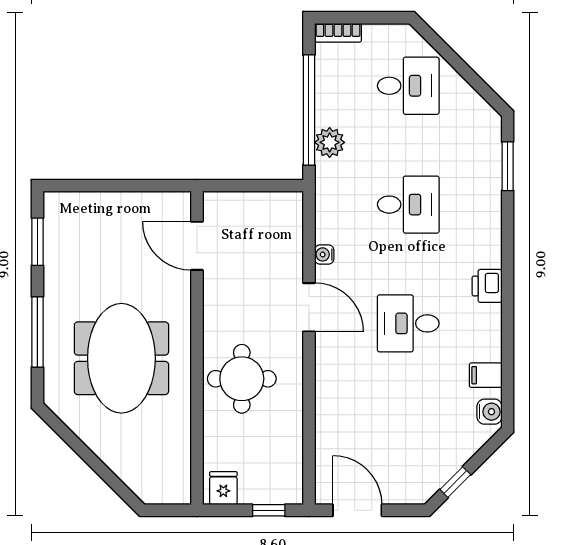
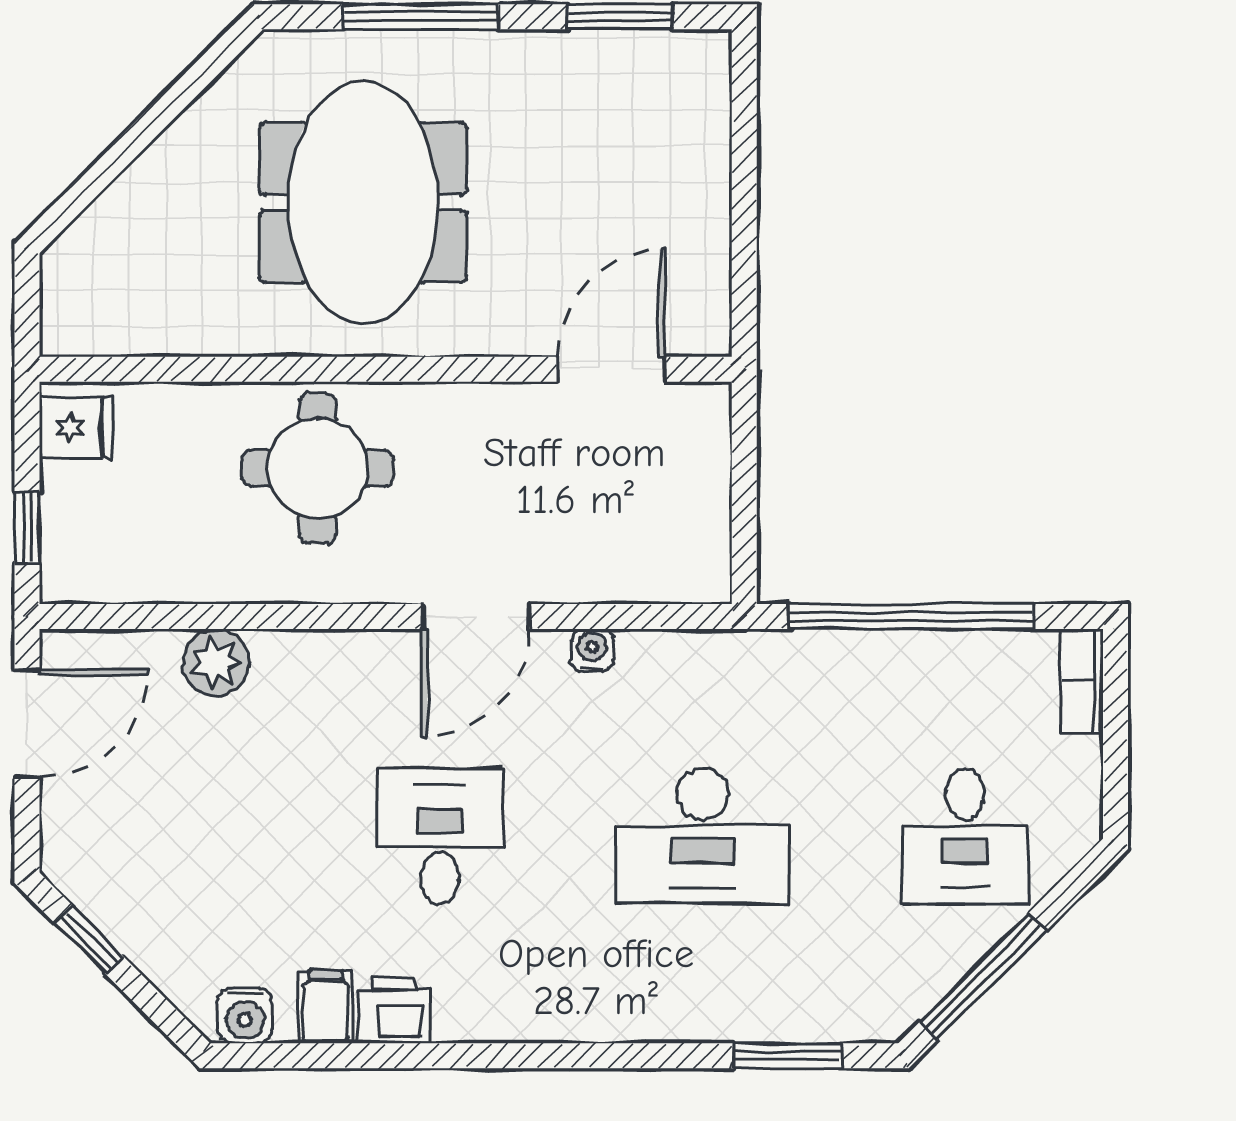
window: (472, 78) -> (983, 976), added
plant: (330, 142) -> (216, 662), moved
desk: (408, 205) -> (702, 836), width x1.37
printer: (487, 286) -> (394, 1010), moved
meeting table: (121, 358) -> (363, 202), turned 90

